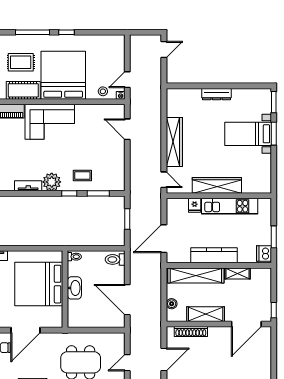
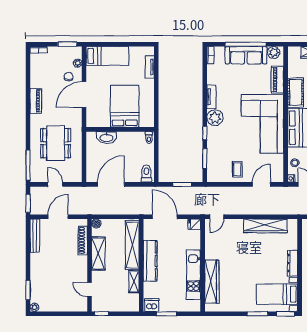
corner sofa: (50, 122) -> (262, 124), width x1.36, depth x1.36
bed with nightstands: (248, 134) -> (277, 294), moved, turned -90
wardrobe: (174, 142) -> (266, 226), moved
coffee table: (82, 175) -> (237, 169), moved
wardrobe: (217, 185) -> (212, 282), moved
fridge: (195, 205) -> (194, 224), moved
bed: (39, 284) -> (125, 106), width x0.73
washbasin: (74, 288) -> (106, 138), moved
boiler: (172, 304) -> (96, 223), moved
door: (246, 324) -> (89, 290), width x0.53
door: (26, 330) -> (84, 95), hinge flipped
door: (164, 360) -> (58, 217), swing flipped

